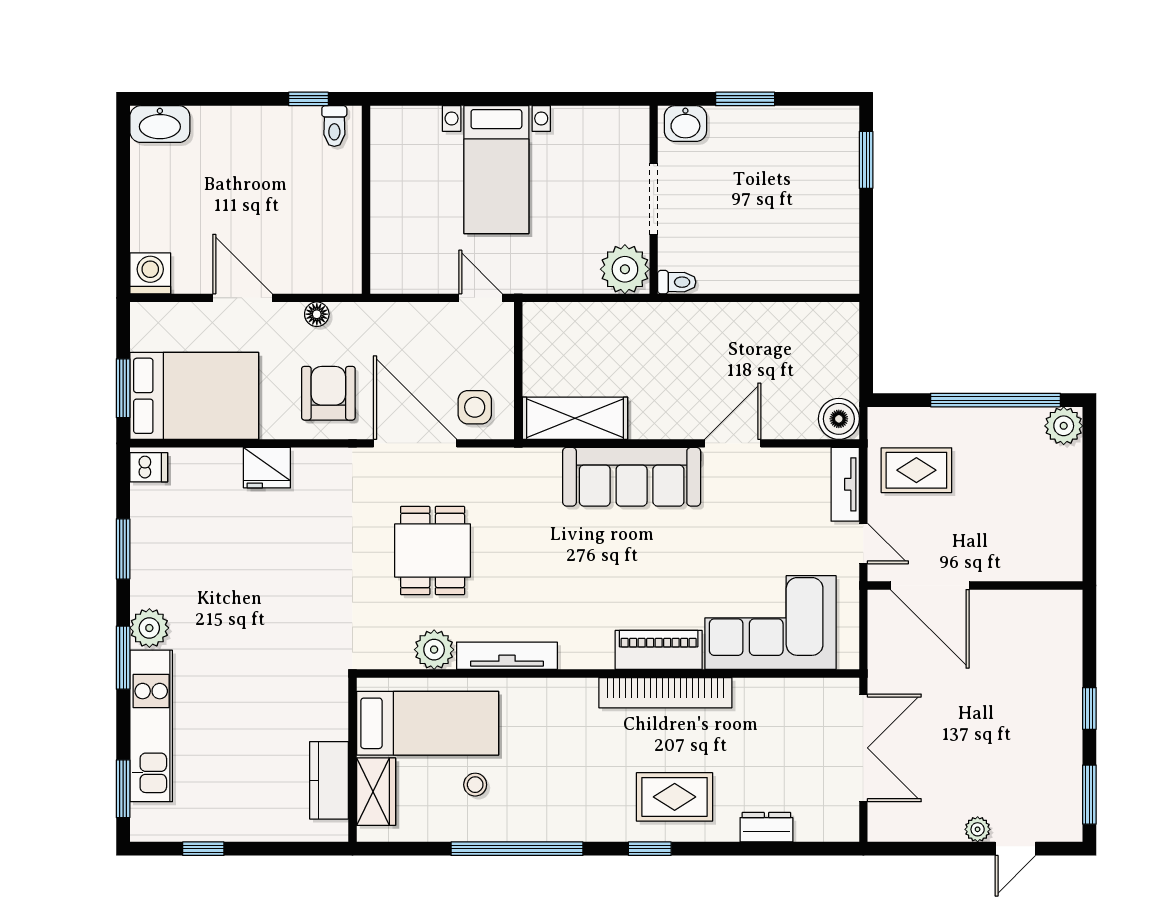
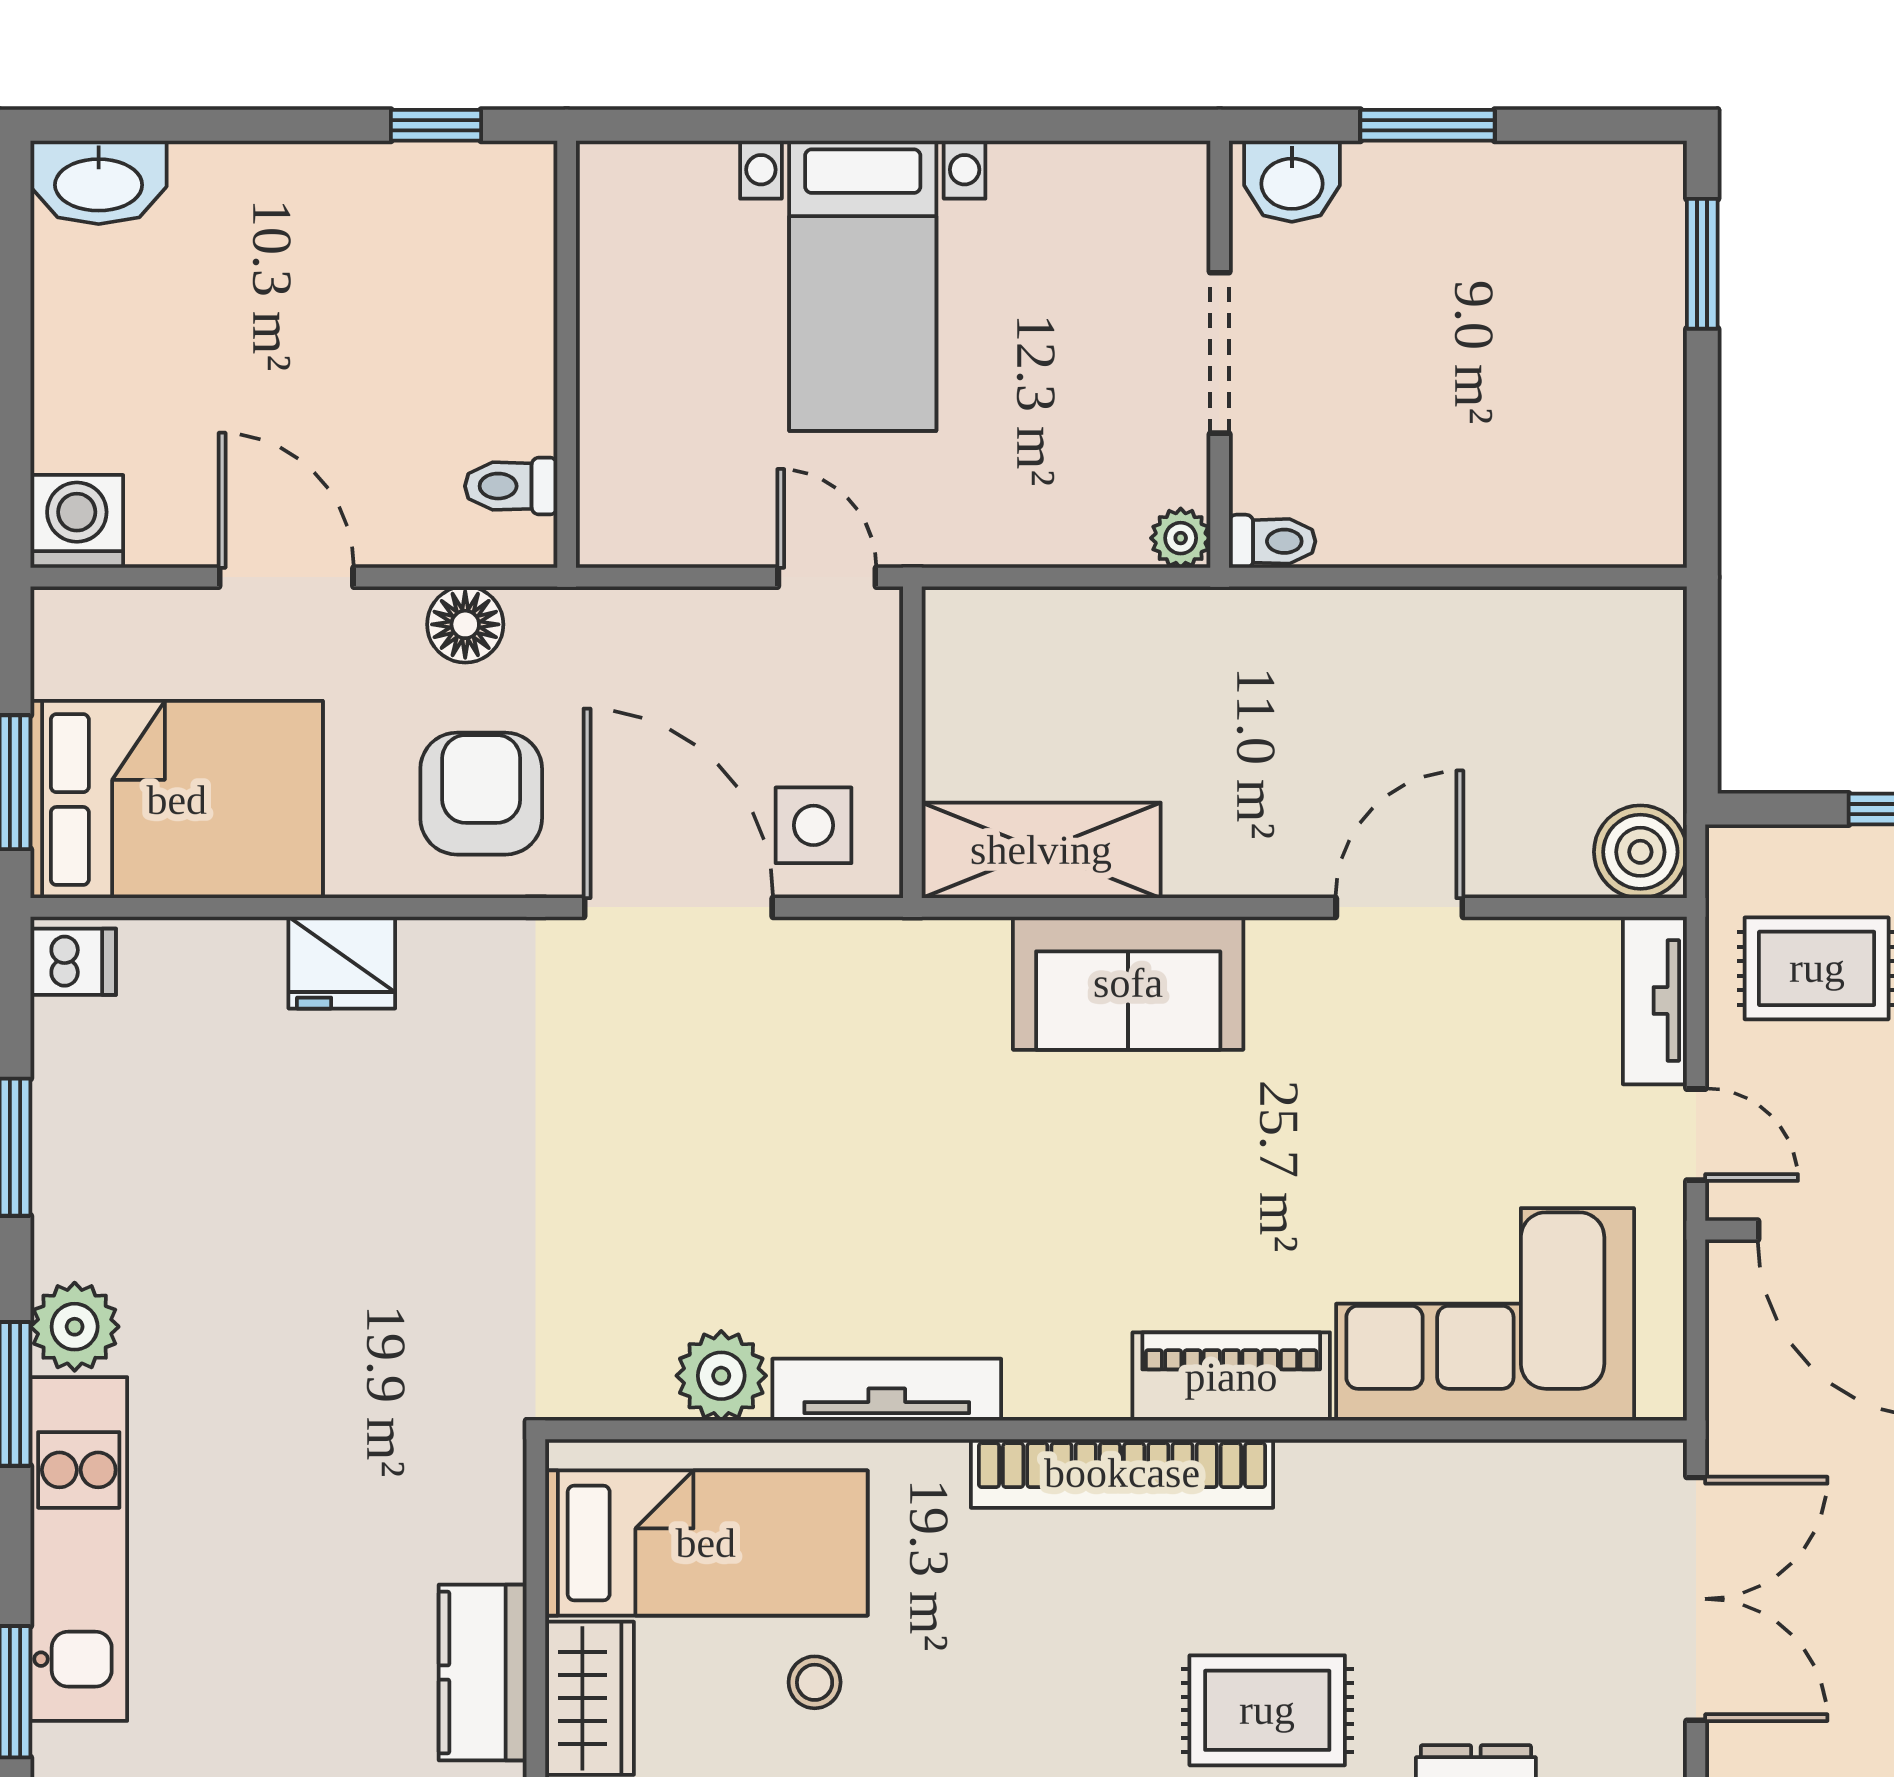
toilet: (334, 126) -> (511, 486), moved, turned 90
plant: (625, 269) -> (1181, 538), width x0.53, depth x0.53
floor lamp: (317, 314) -> (465, 624), width x1.37, depth x1.37
sofa: (632, 477) -> (1128, 983), width x0.73
dining table: (433, 551) -> (718, 1151), removed
bookcase: (665, 693) -> (1122, 1473), moved

